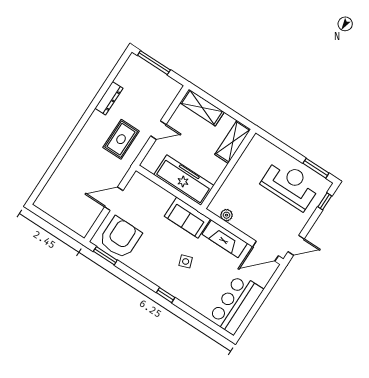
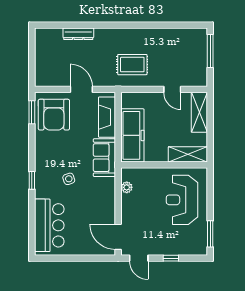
dresser: (109, 98) -> (78, 34), moved
door: (158, 130) -> (172, 89), moved
reception desk: (290, 185) -> (182, 200), moved, turned 180
window: (325, 201) -> (171, 258), moved
armchair: (120, 238) -> (54, 115), turned 90
fireplace: (225, 239) -> (107, 117), moved
bar counter: (236, 304) -> (49, 225), moved, turned 90

